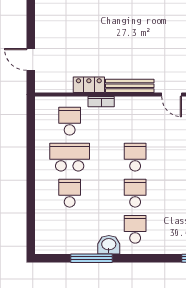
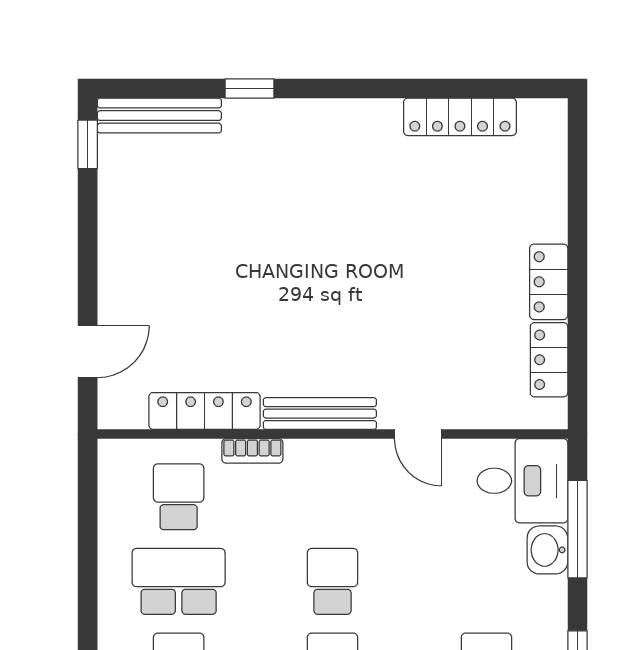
door: (31, 59) -> (88, 352), swing flipped
locker: (89, 85) -> (204, 411), width x1.53

